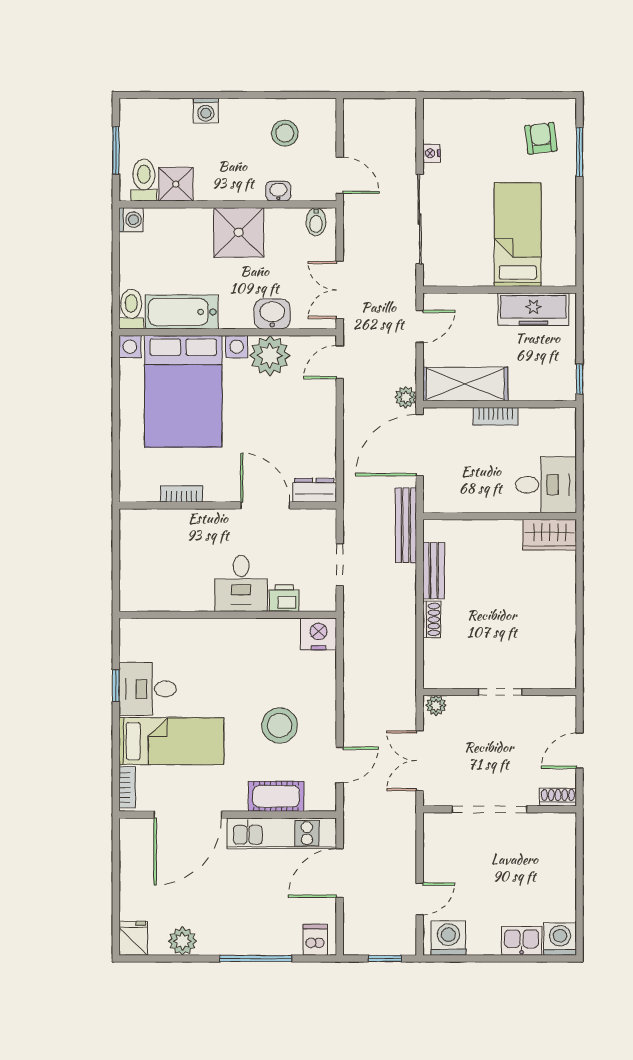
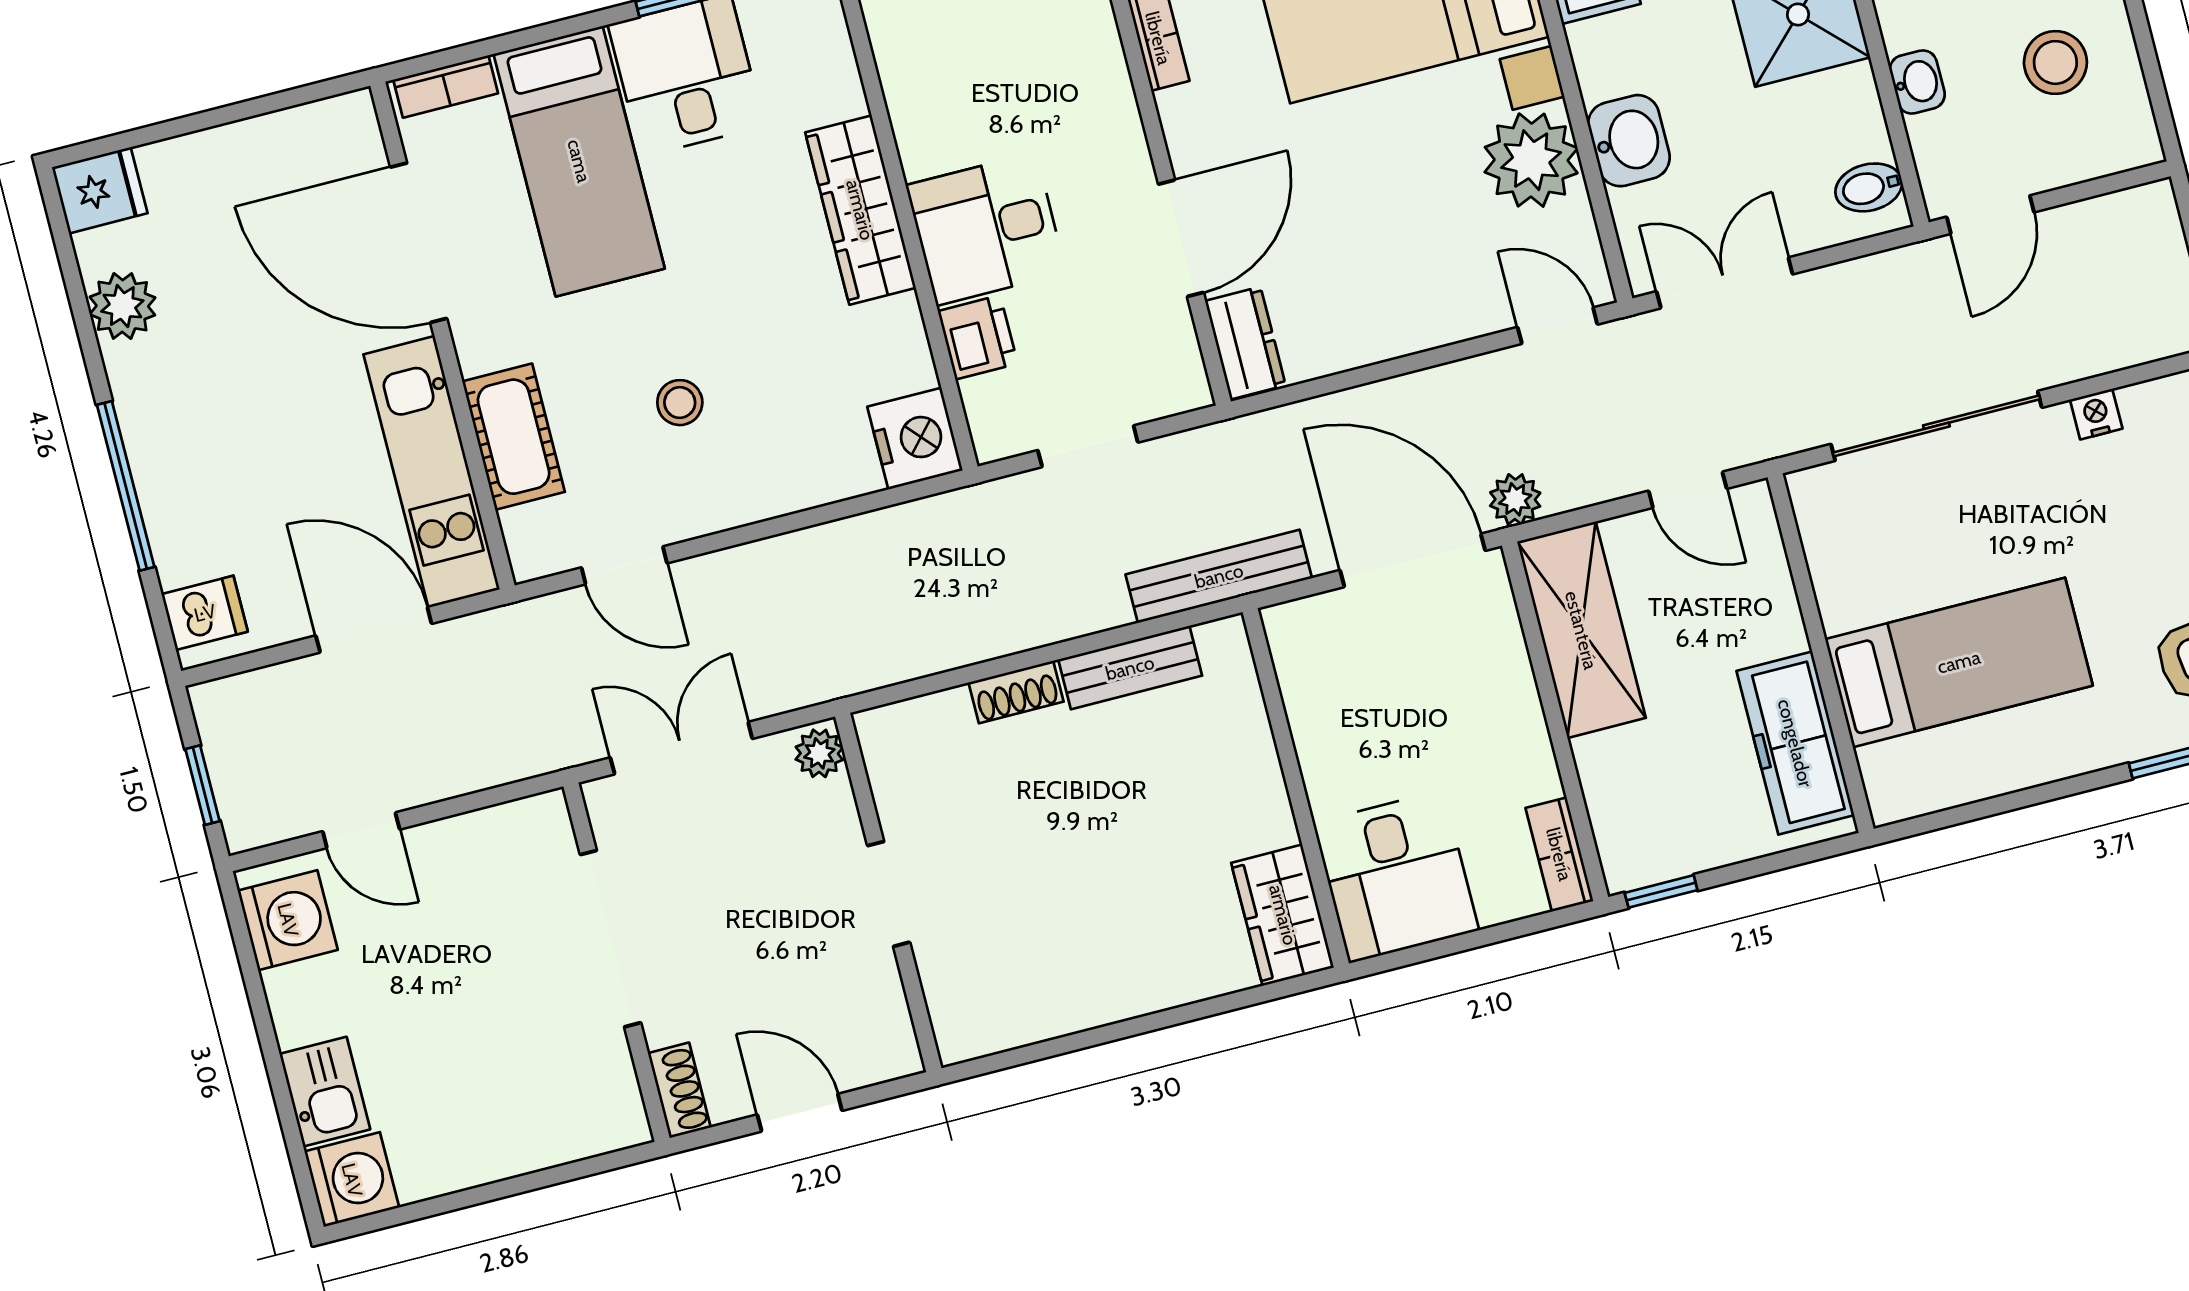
bookcase: (495, 416) -> (1559, 854), moved
wardrobe: (220, 632) -> (860, 210), added
stool: (280, 725) -> (680, 403), width x0.53, depth x0.53

